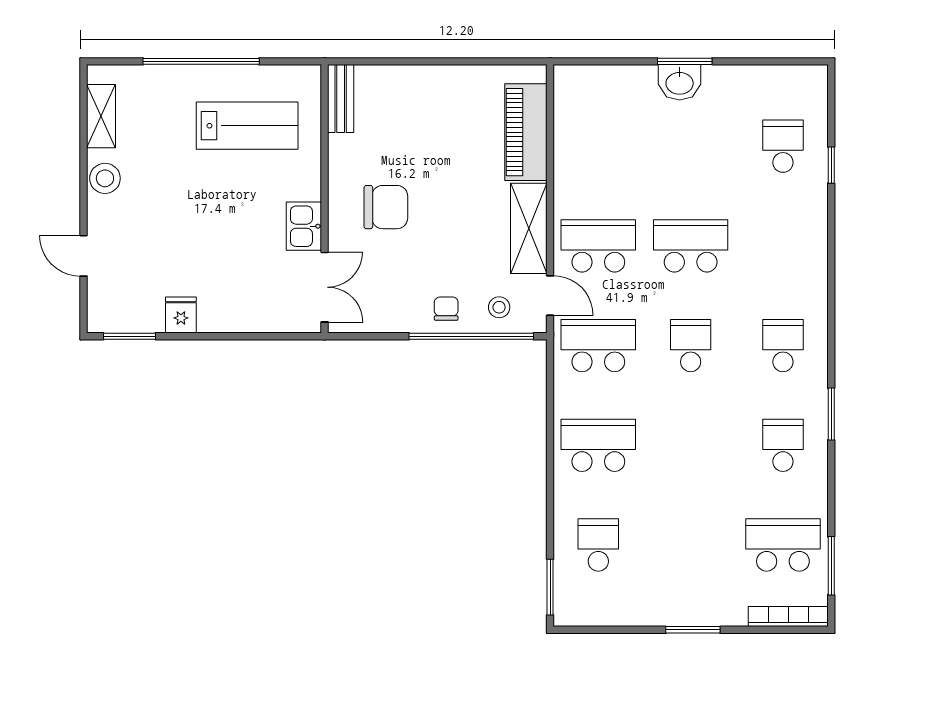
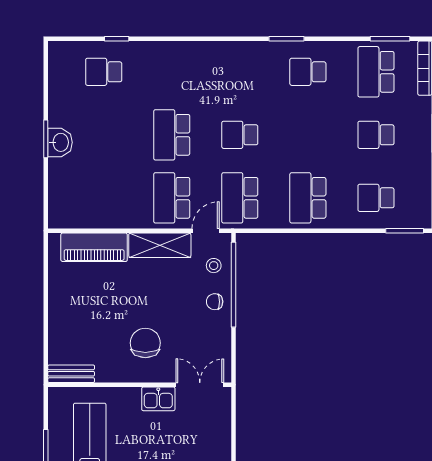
school desk: (783, 346) -> (376, 135), moved

